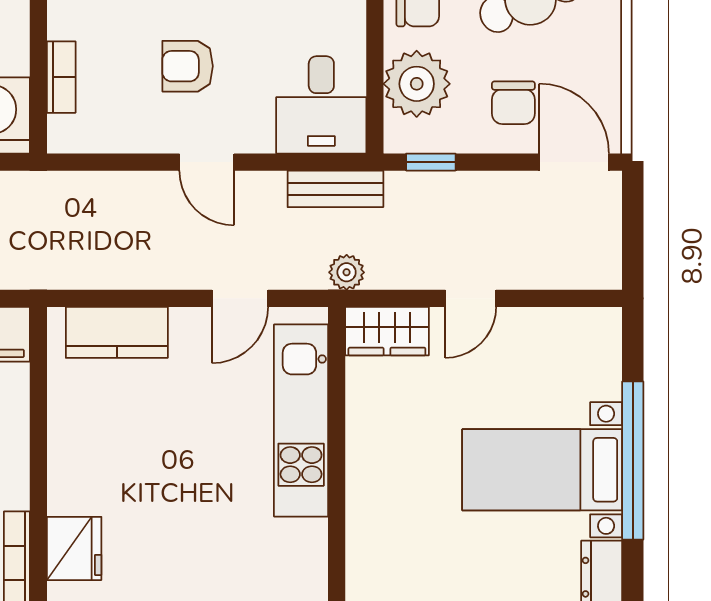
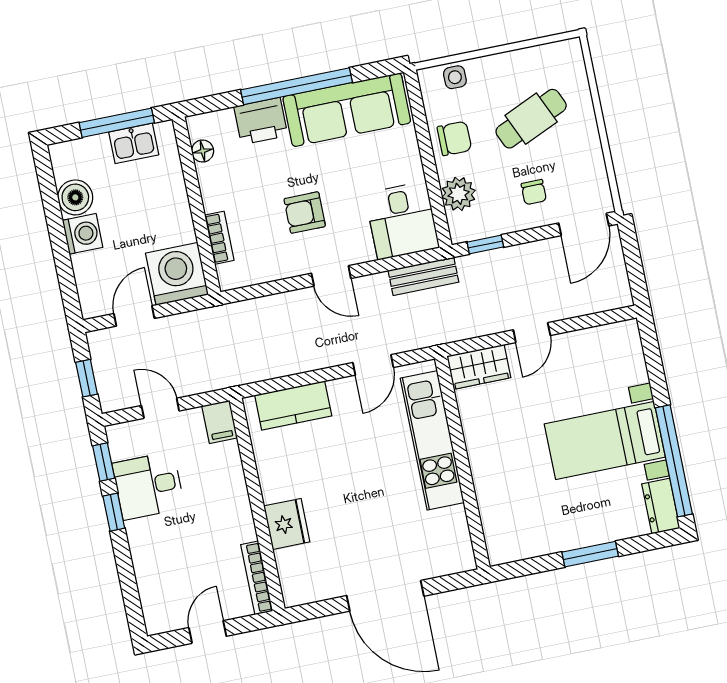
plant: (417, 84) -> (459, 194), width x0.73, depth x0.73
chair: (513, 103) -> (534, 192), width x0.73, depth x0.73
door: (574, 162) -> (584, 224), swing flipped
plant: (347, 272) -> (443, 332), removed
window: (633, 461) -> (674, 461), moved
fridge: (74, 548) -> (287, 524), moved

